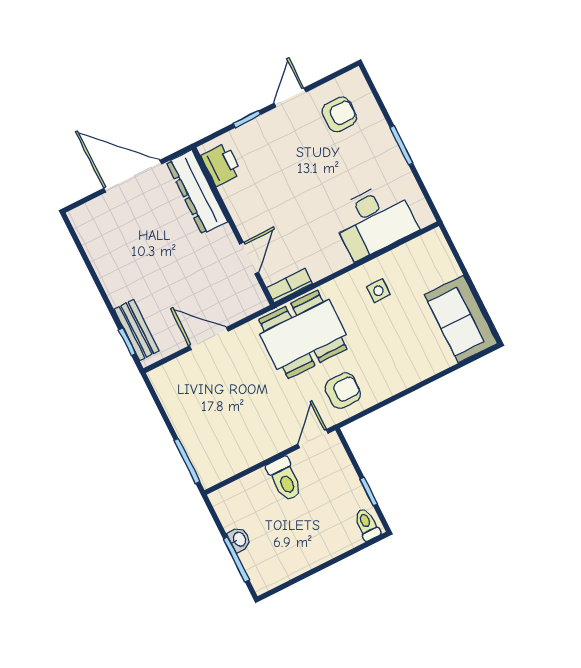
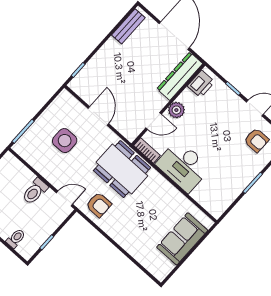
plant: (246, 217) -> (176, 110), added
desk: (374, 220) -> (183, 166), moved
side table: (378, 291) -> (65, 141), moved, width x1.87, depth x1.87
sofa: (461, 319) -> (182, 239), moved
bench: (137, 330) -> (128, 26), moved
toilet: (367, 524) -> (16, 238), moved

